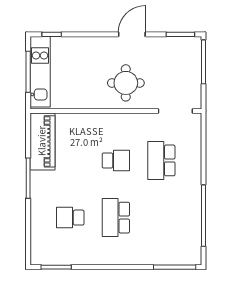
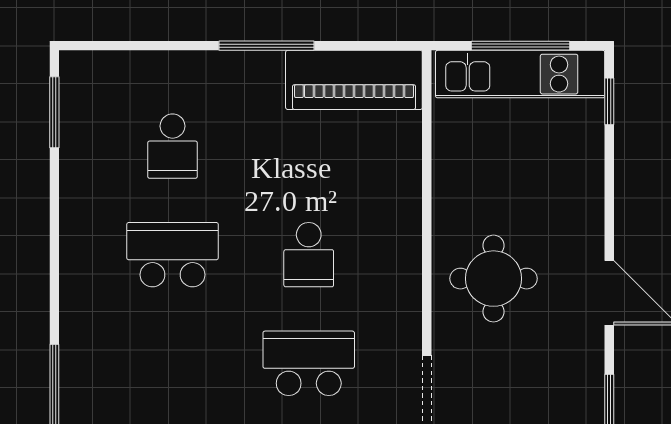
school desk: (70, 218) -> (173, 146), turned 180

